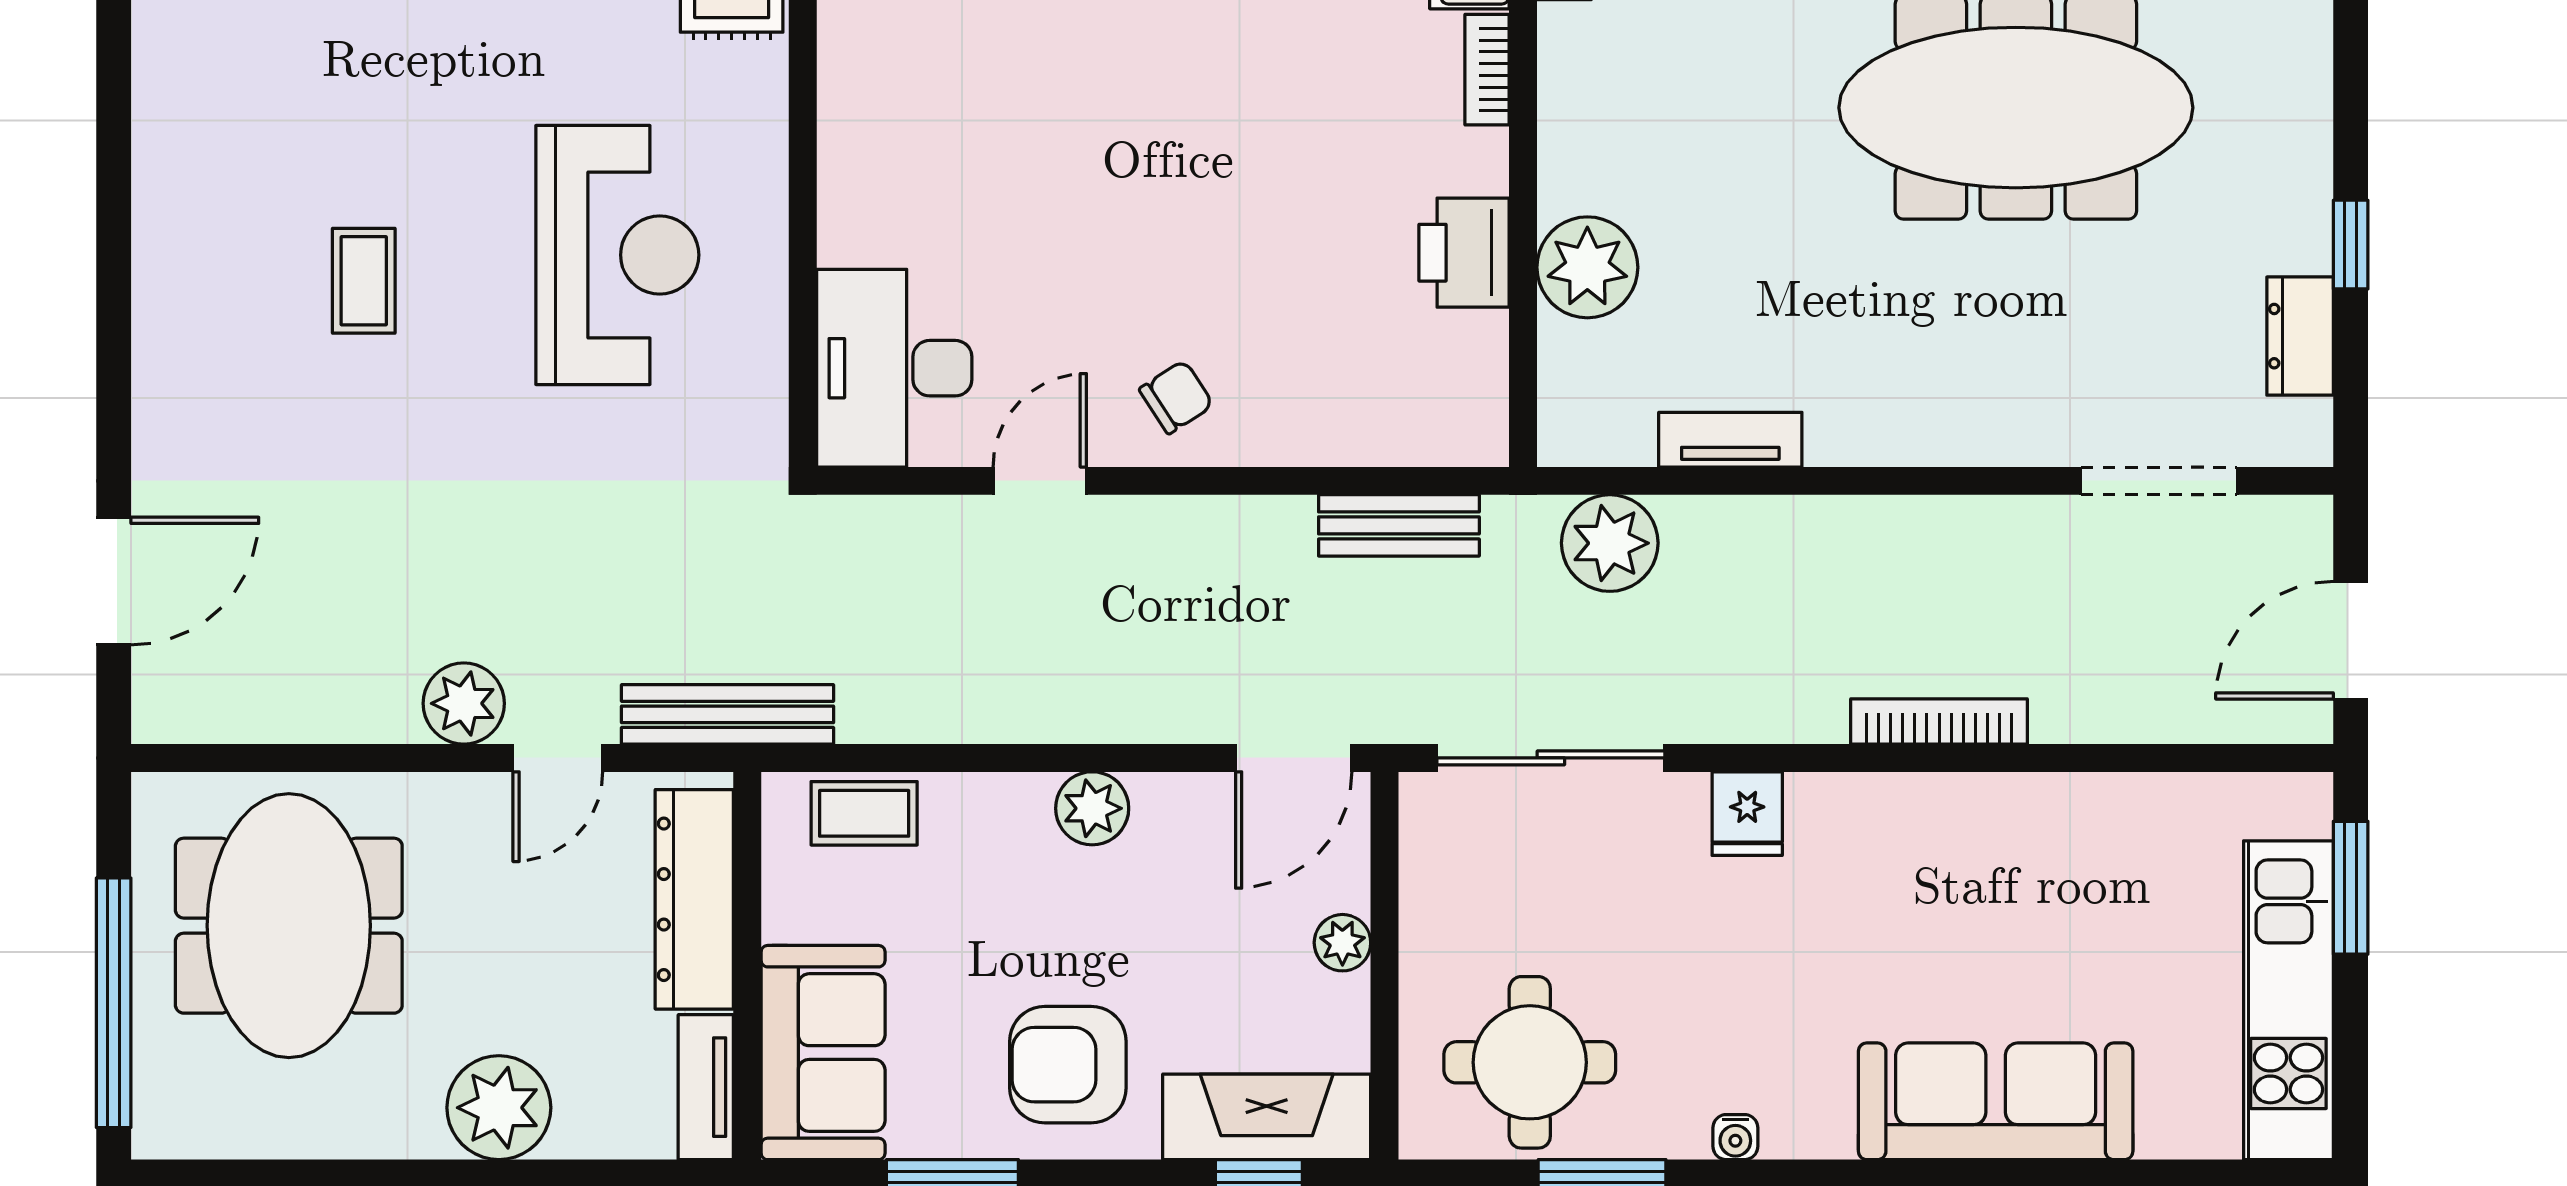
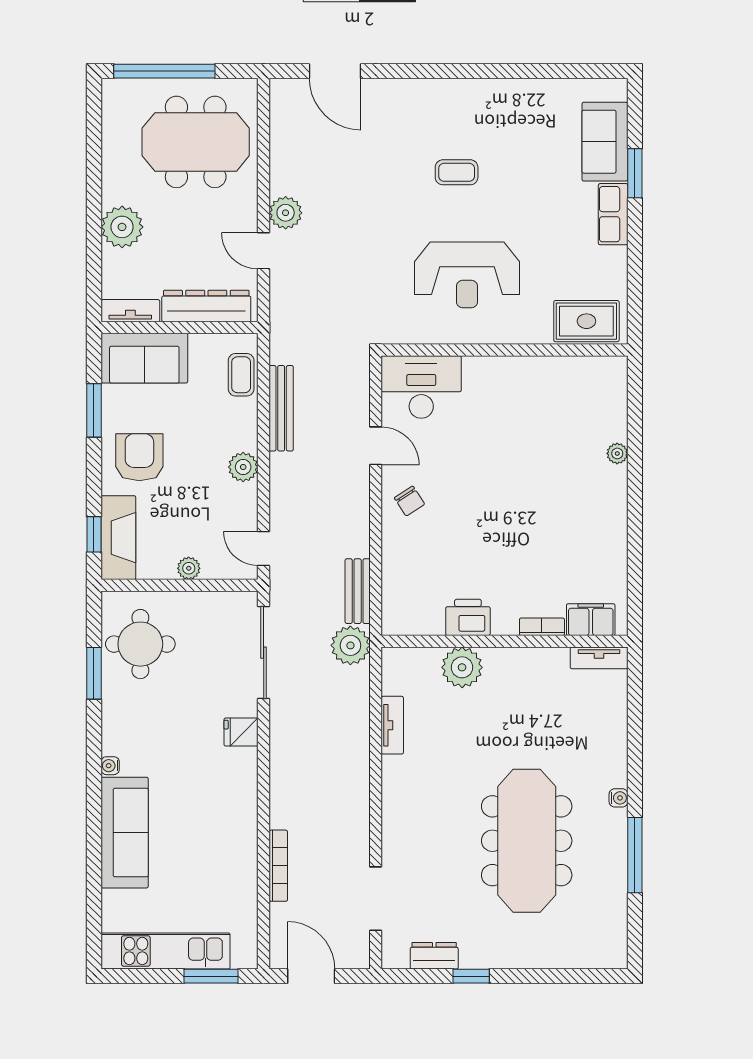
plant: (1610, 543) -> (350, 645), moved
bench: (728, 714) -> (281, 408), moved
bookcase: (1939, 721) -> (278, 866), moved
door: (1294, 758) -> (264, 549), width x0.73
water cooler: (1735, 1137) -> (110, 766), moved

